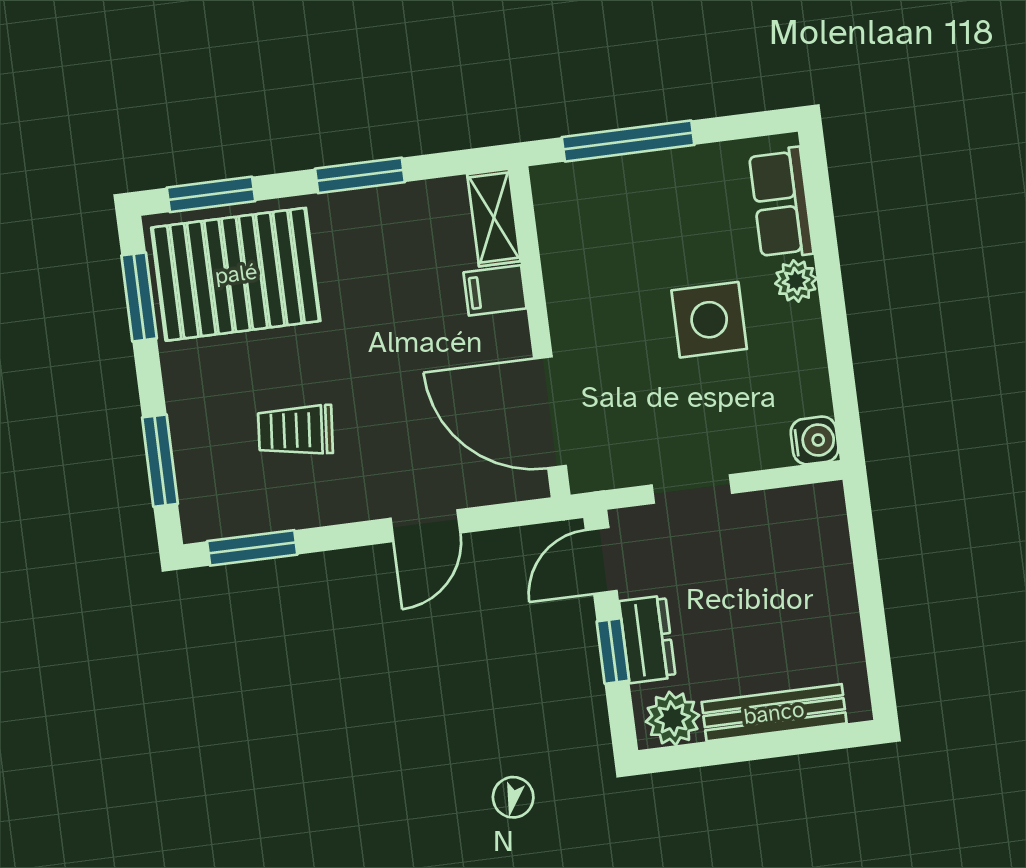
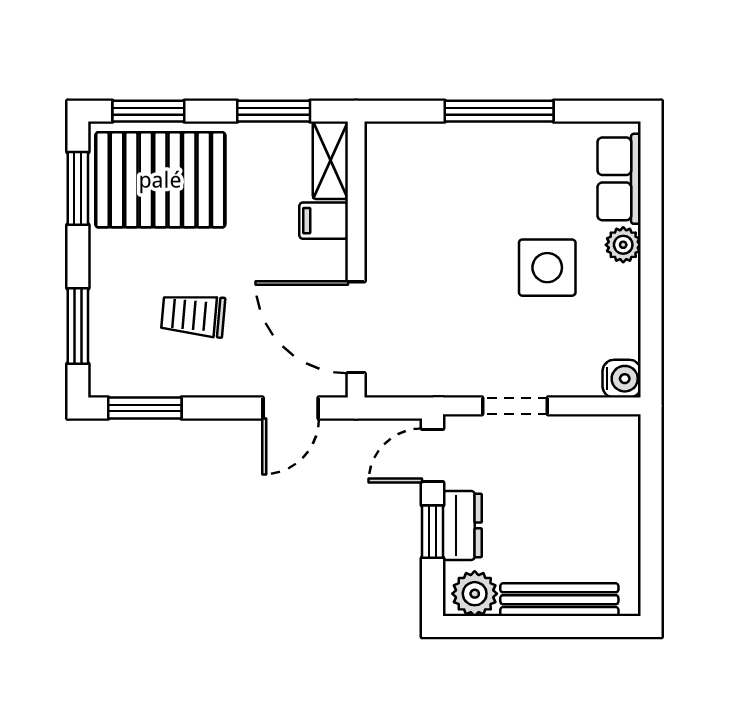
shelving: (494, 218) -> (330, 160), moved
filing cabinet: (495, 290) -> (324, 221), moved
wall: (540, 332) -> (356, 260), moved
door: (550, 412) -> (356, 327), moved

